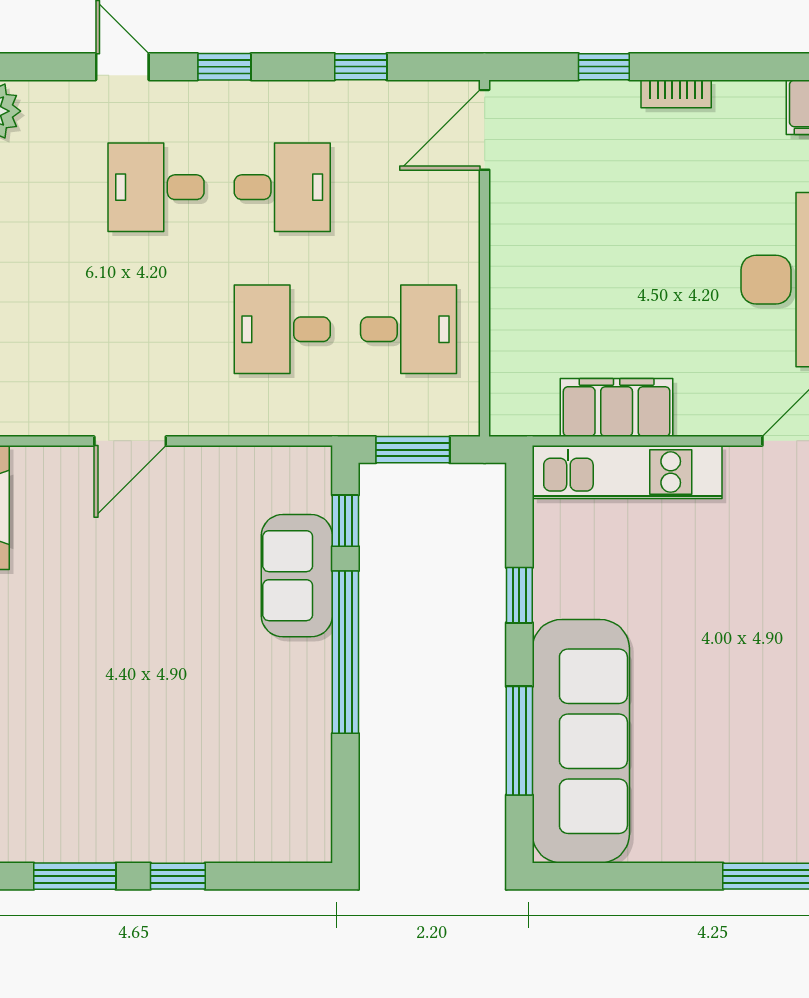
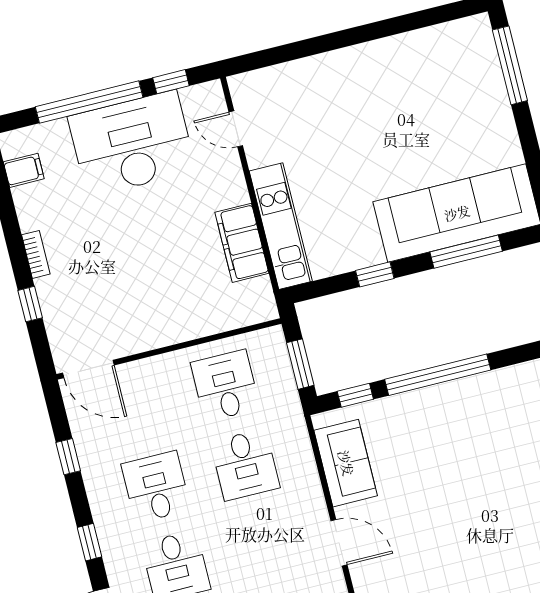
sofa: (297, 576) -> (346, 463), moved, turned -90

